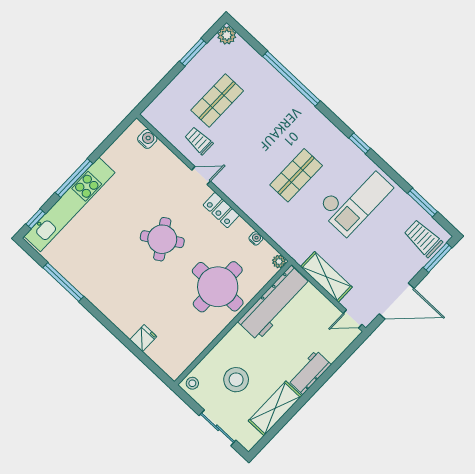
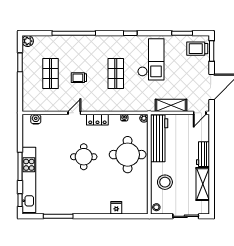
trolley: (199, 141) -> (79, 78), moved
round table: (162, 239) -> (84, 157), turned 33
stool: (236, 380) -> (165, 182), moved

